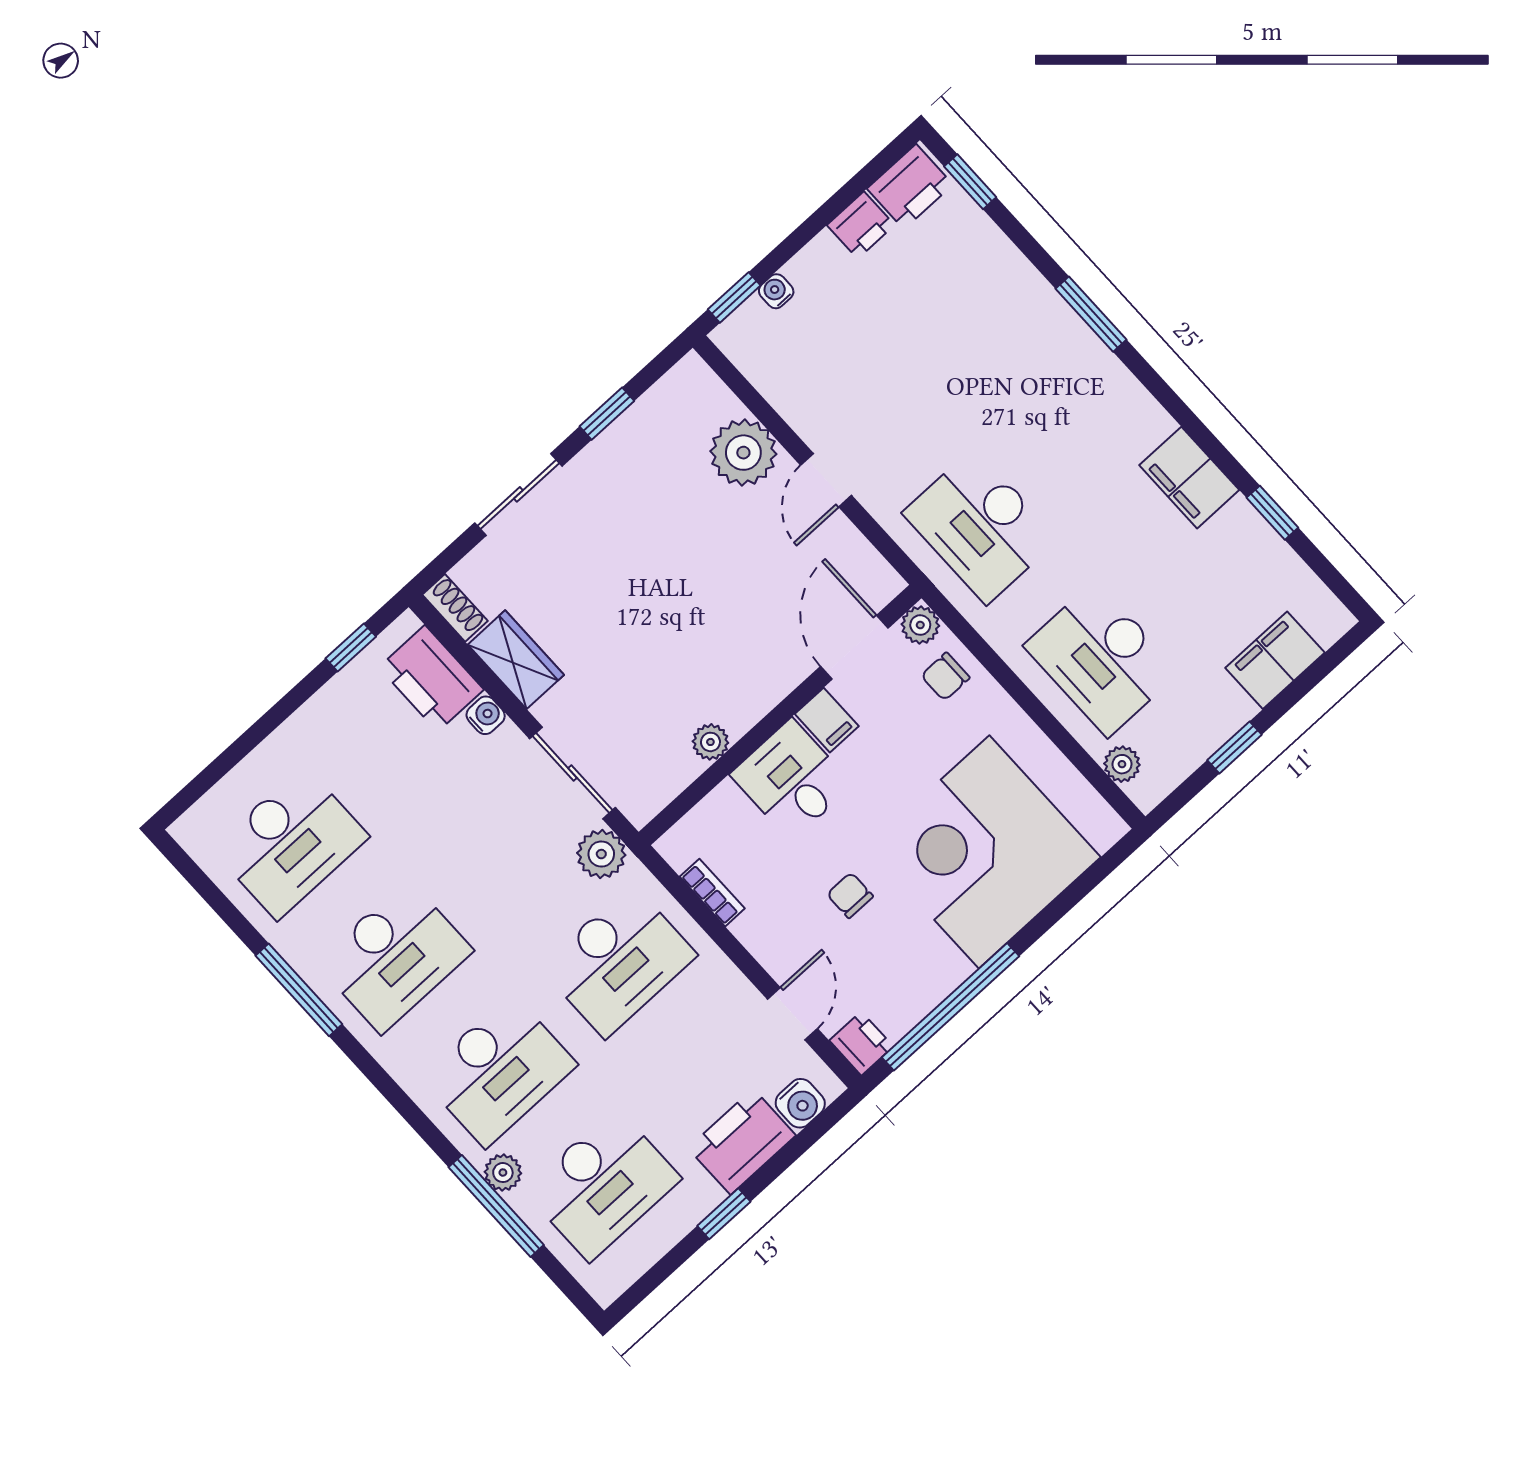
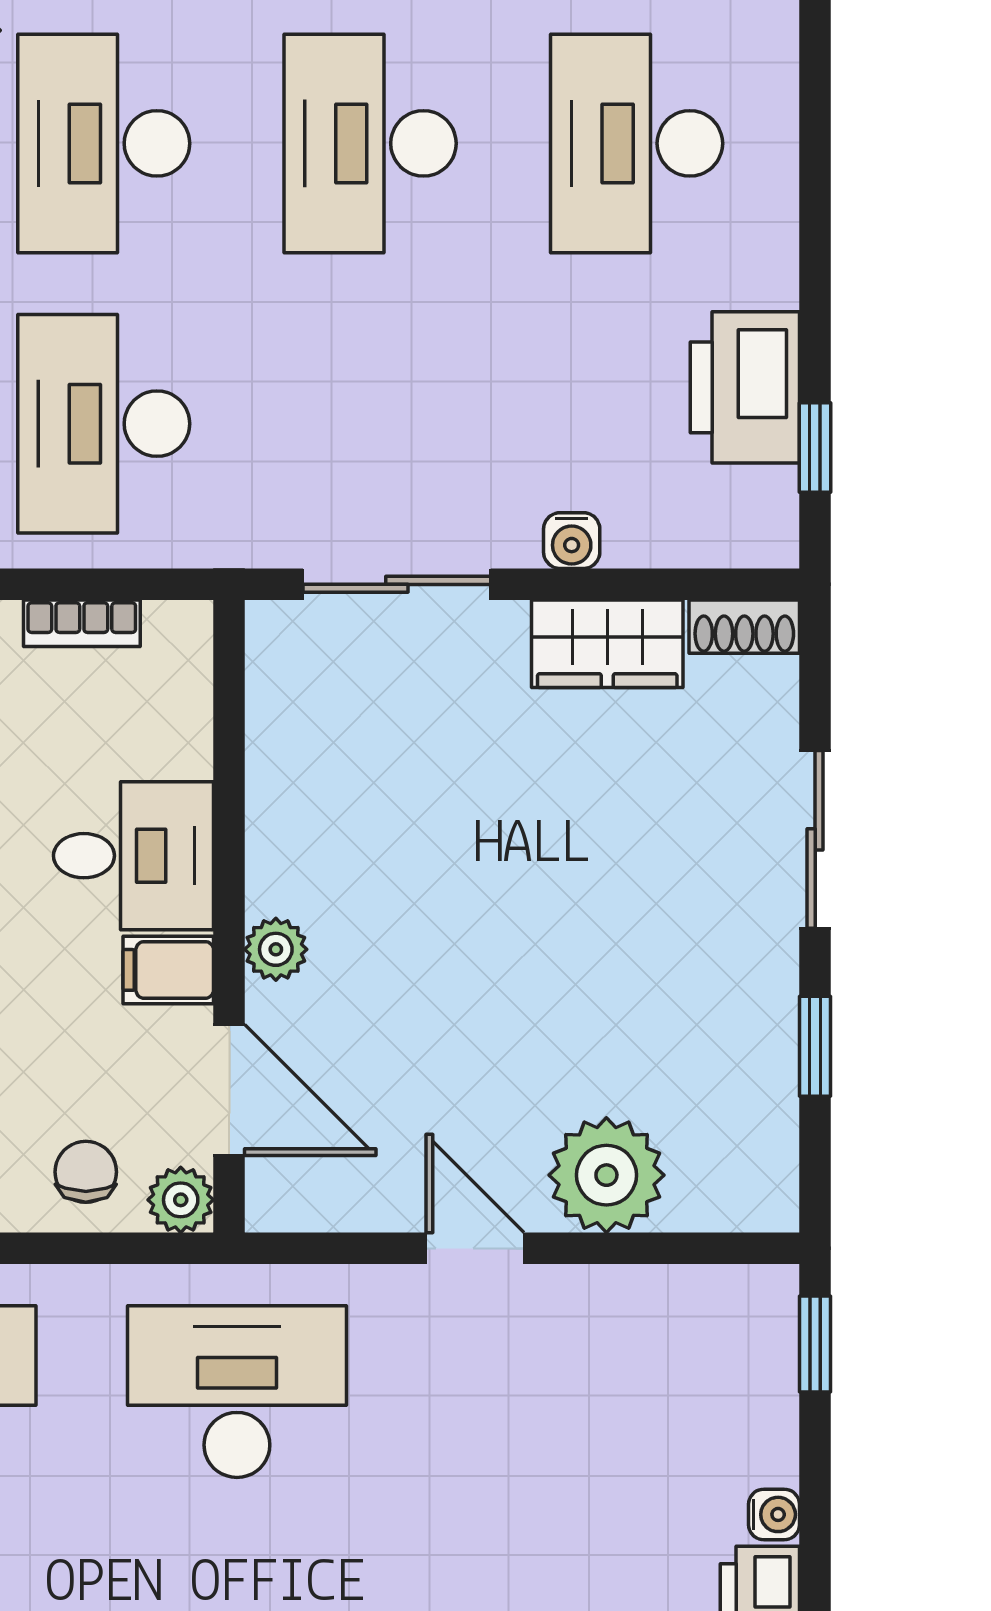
water cooler: (776, 291) -> (774, 1514), moved
printer: (431, 678) -> (745, 387), moved, turned -90
plant: (710, 742) -> (276, 949), moved
plant: (601, 854) -> (260, 527), removed

